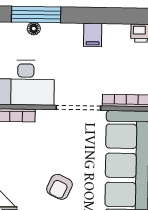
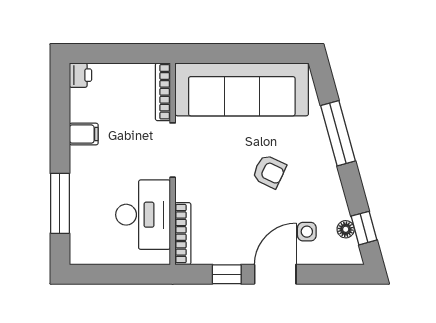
floor lamp: (34, 29) -> (77, 206), removed

